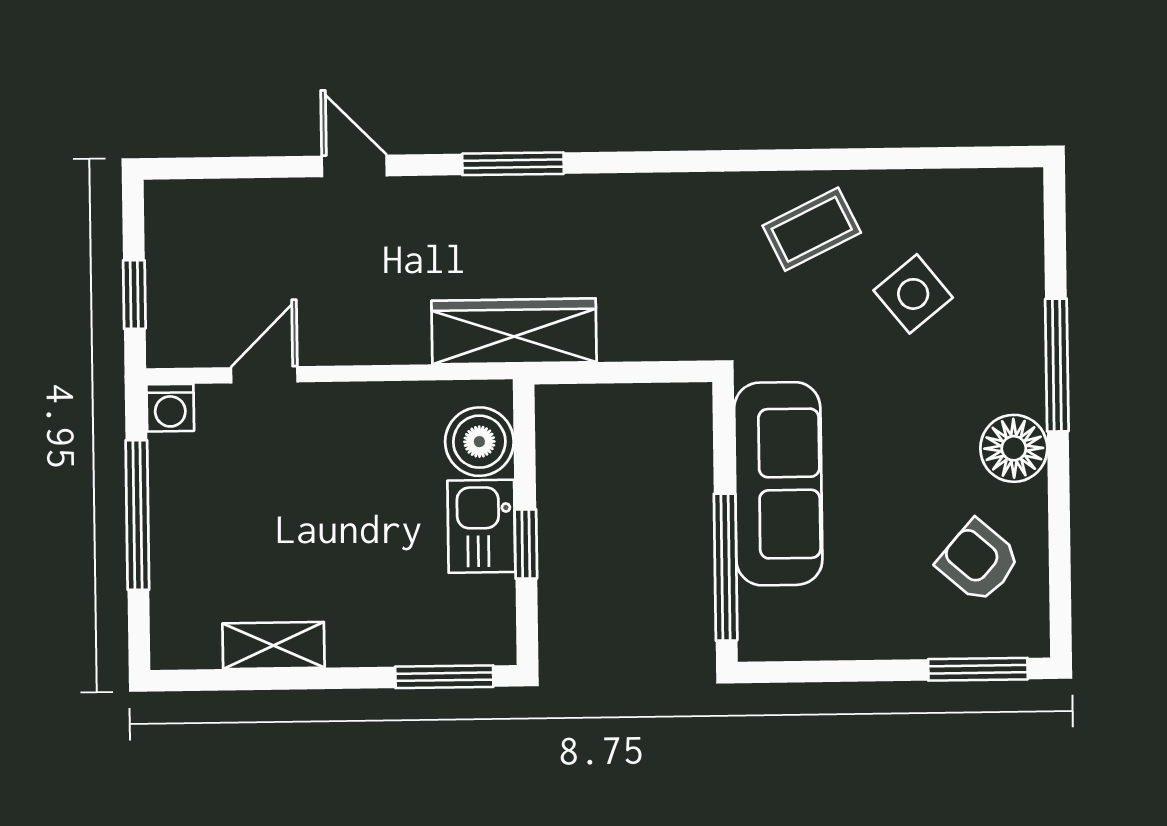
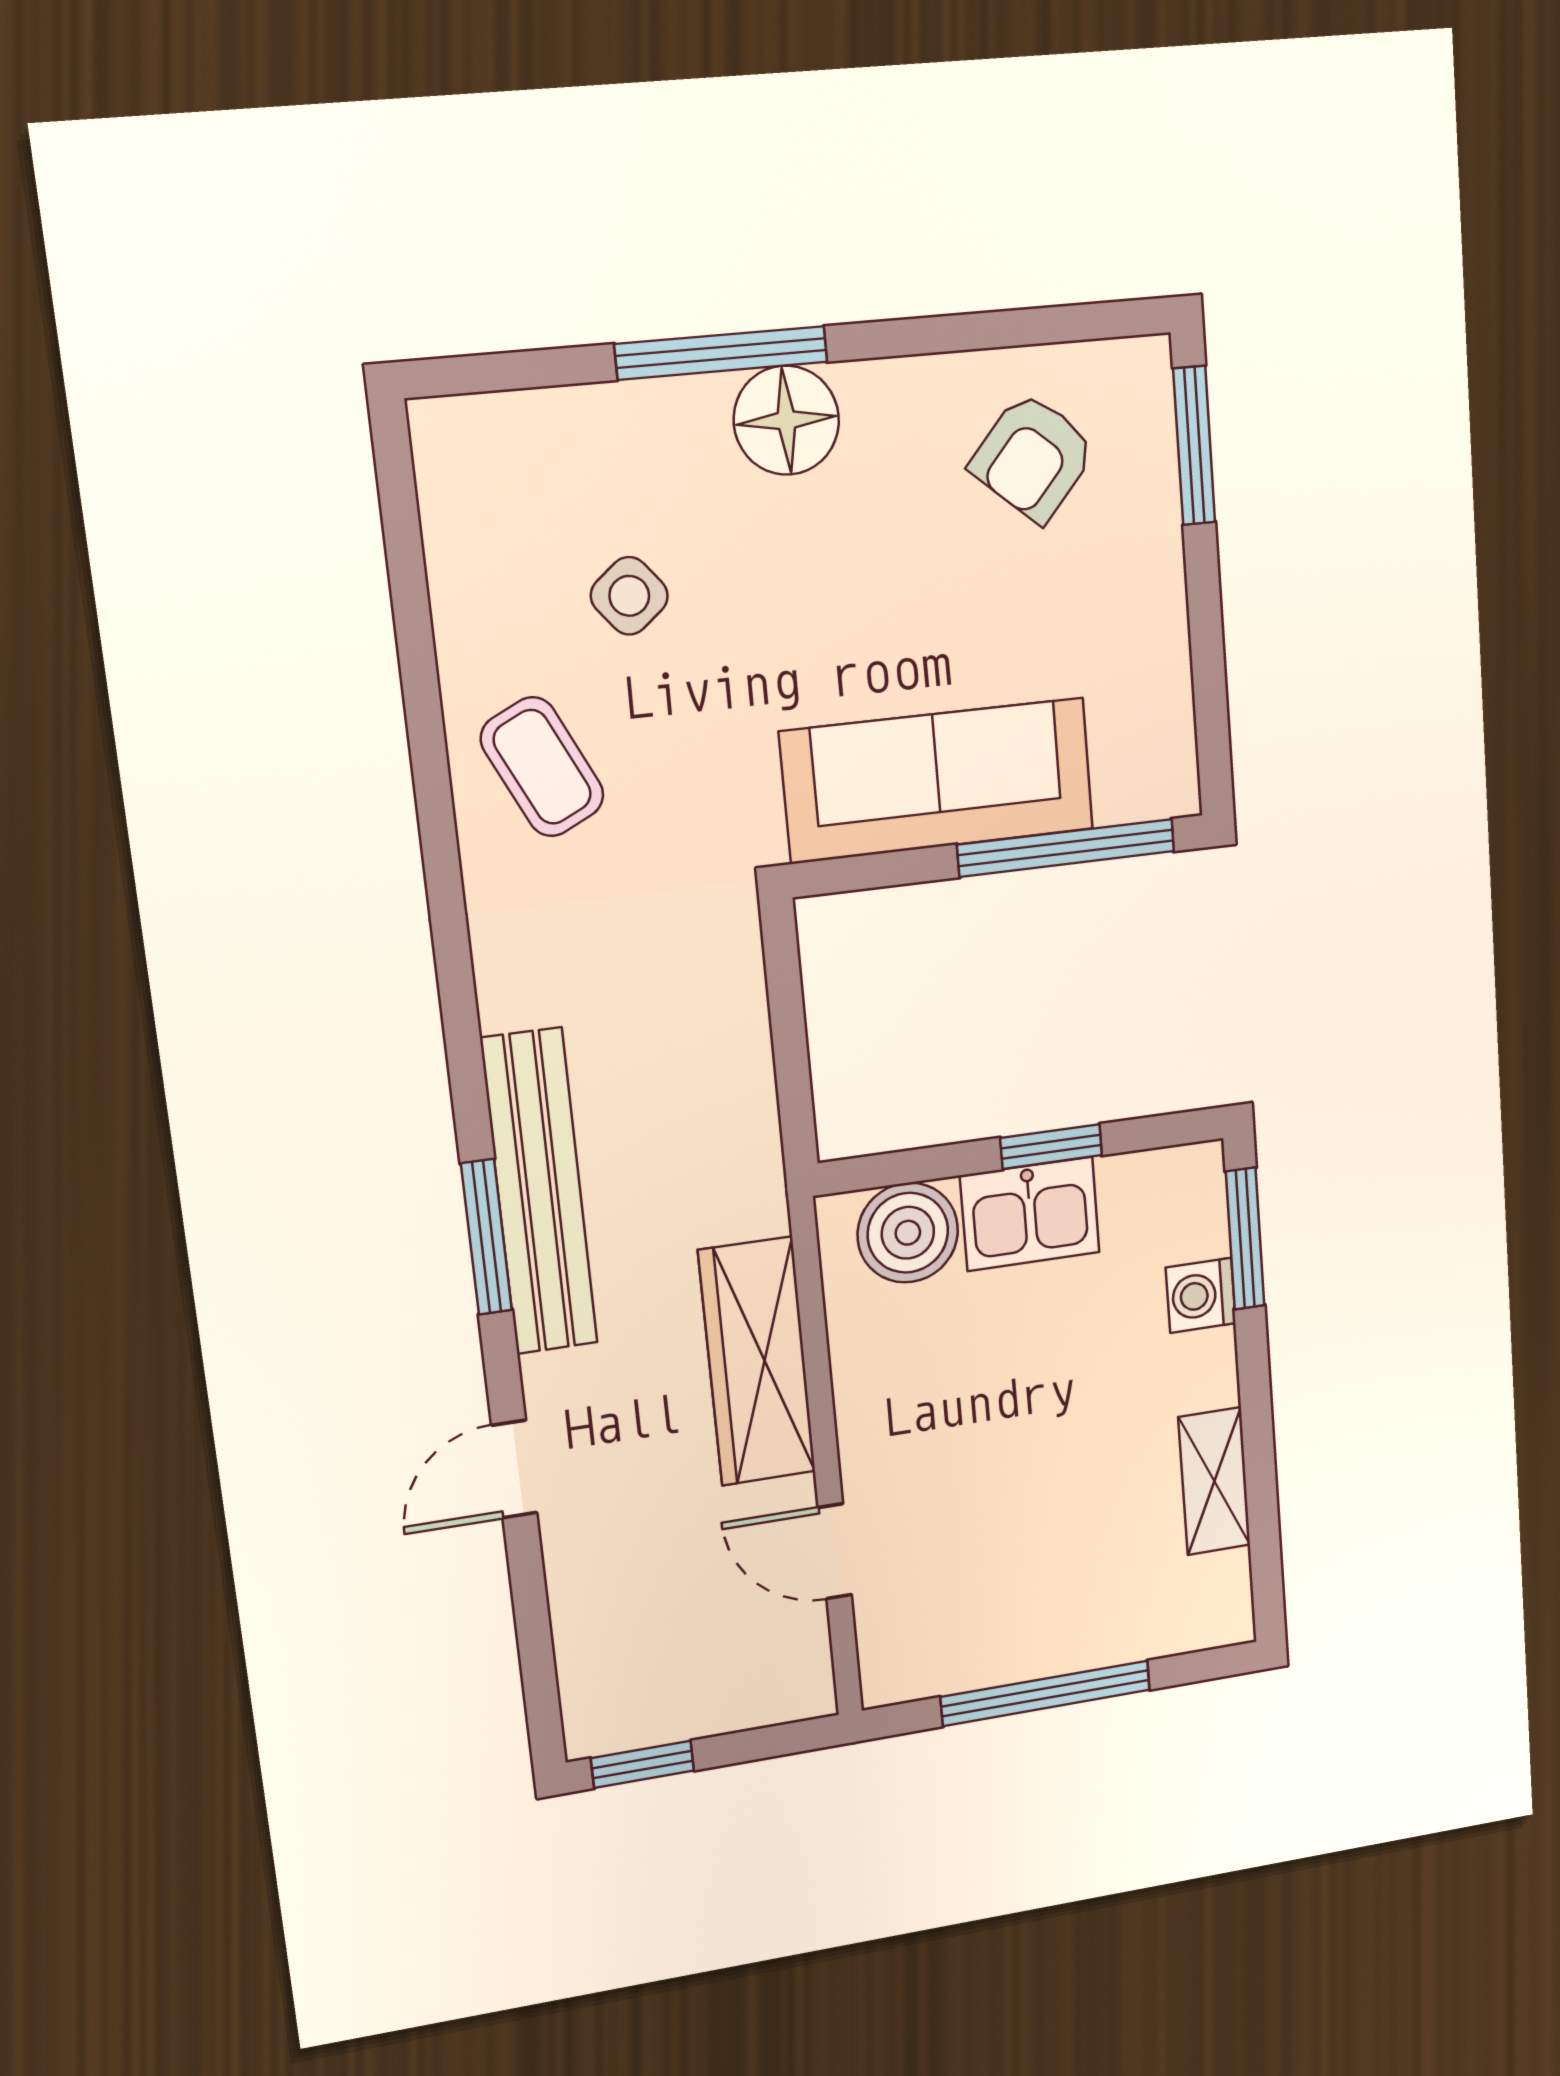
bench: (538, 201) -> (539, 1192), added
window: (134, 294) -> (642, 1764), moved
side table: (913, 294) -> (629, 596), width x0.73, depth x0.73
wardrobe: (514, 331) -> (757, 1362), moved
washing machine: (170, 408) -> (1201, 1295), moved, turned 180
floor lamp: (1014, 448) -> (786, 420), moved

